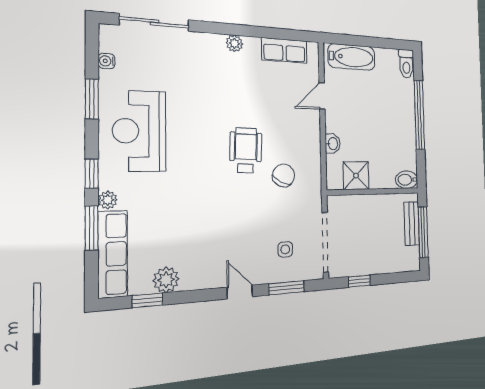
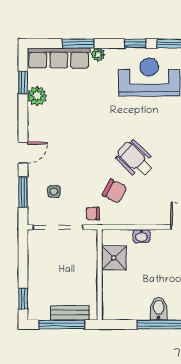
wheelchair: (246, 150) -> (135, 159), turned -138
window: (92, 174) -> (135, 43), moved
bidet: (407, 180) -> (159, 309), moved
chair: (309, 201) -> (93, 214), added
window: (359, 281) -> (23, 299), moved

